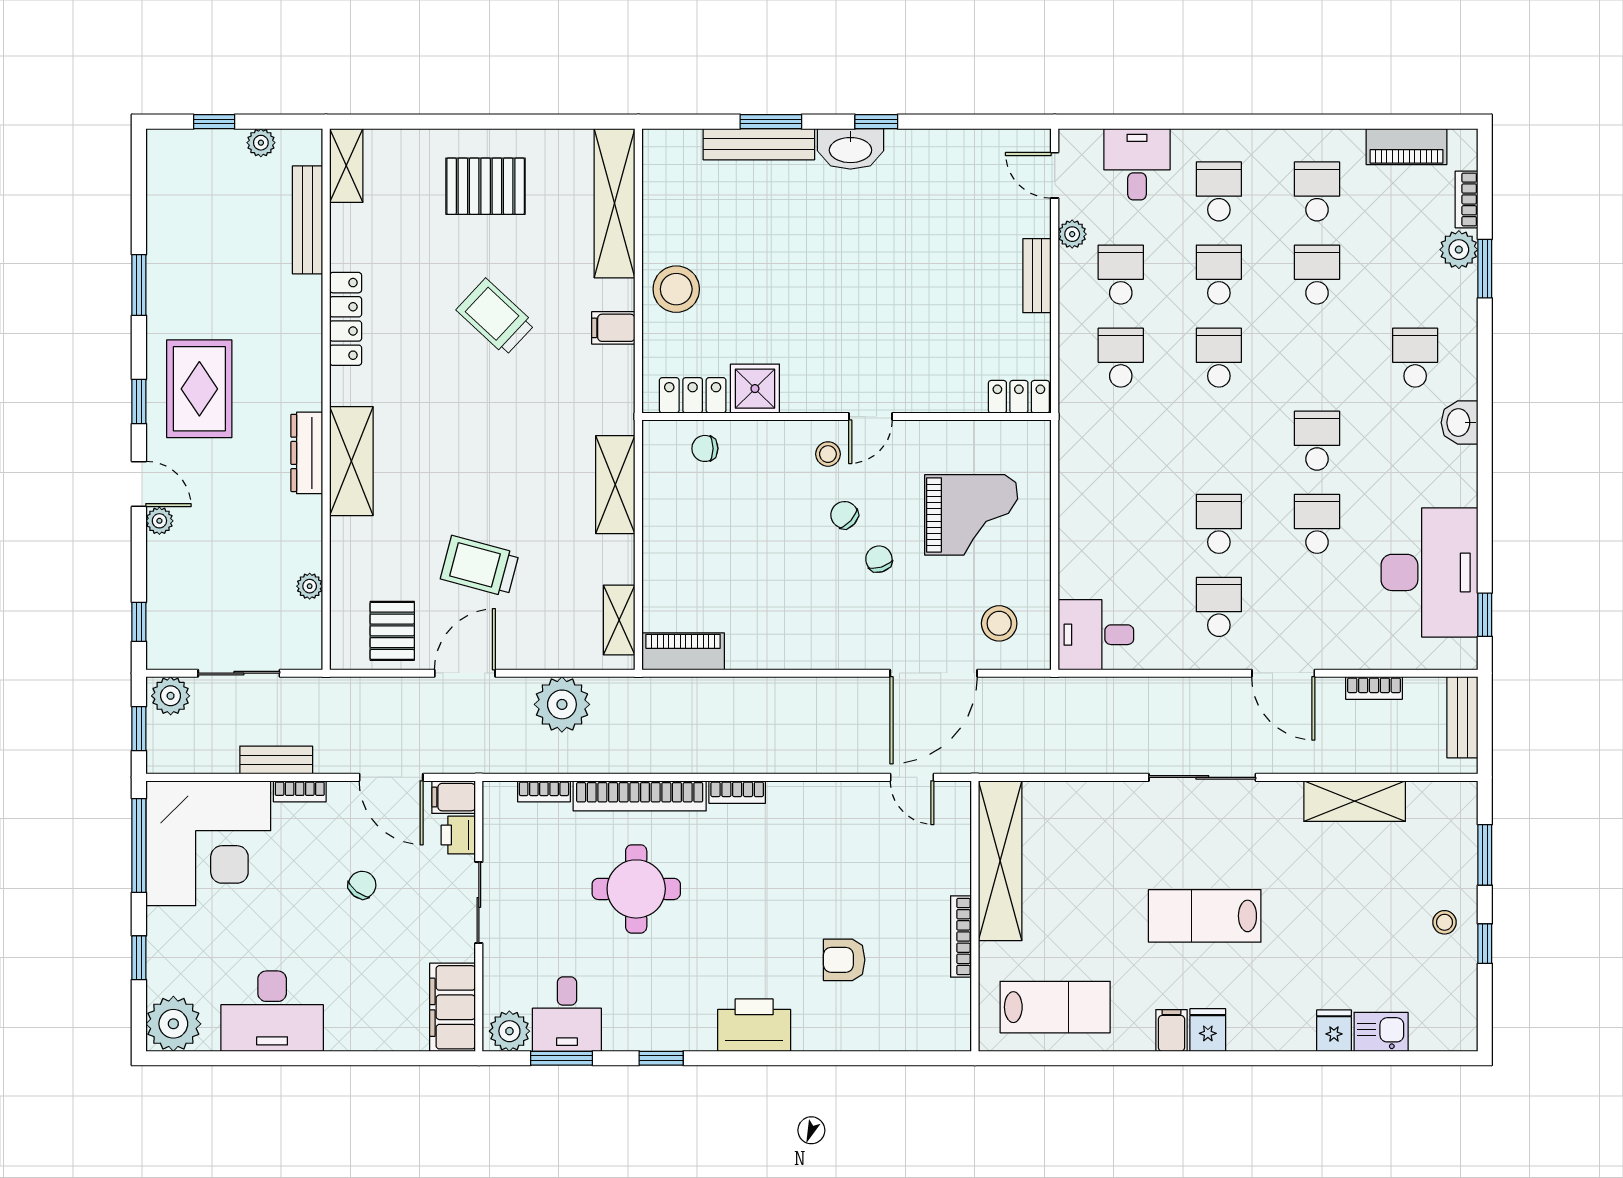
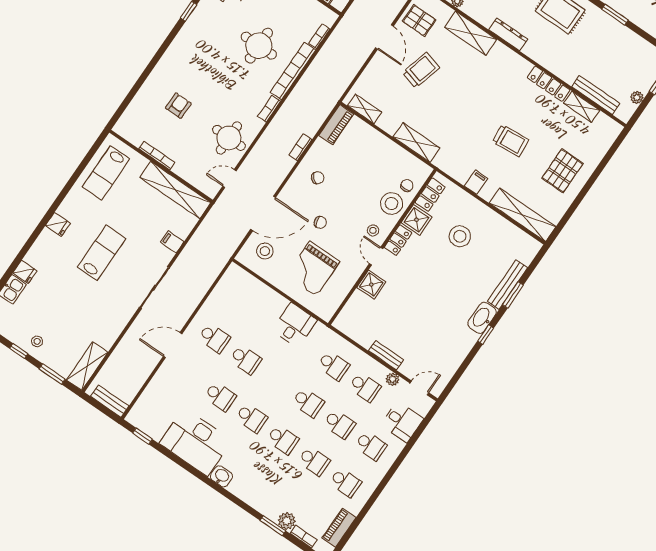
shelving: (346, 166) -> (582, 107), moved
stool: (676, 289) -> (460, 236), moved
trolley: (496, 317) -> (511, 141), turned 42
school desk: (1415, 358) -> (283, 439), moved
shower: (928, 390) -> (371, 285), added
locker: (1019, 397) -> (398, 240), moved
stool: (756, 454) -> (392, 204), added
shelving: (351, 461) -> (471, 33), moved
chair: (844, 515) -> (318, 178), moved
desk: (1429, 572) -> (196, 442), moved
desk: (1096, 635) -> (295, 325), moved
door: (934, 673) -> (263, 213), swing flipped
bookcase: (1374, 688) -> (300, 147), moved
plant: (562, 704) -> (348, 65), removed
shelving: (1355, 801) -> (87, 366), moved
round table: (840, 829) -> (229, 138), added
printer: (754, 1025) -> (177, 55), removed
filing cabinet: (1171, 1030) -> (172, 242), moved, turned 180

